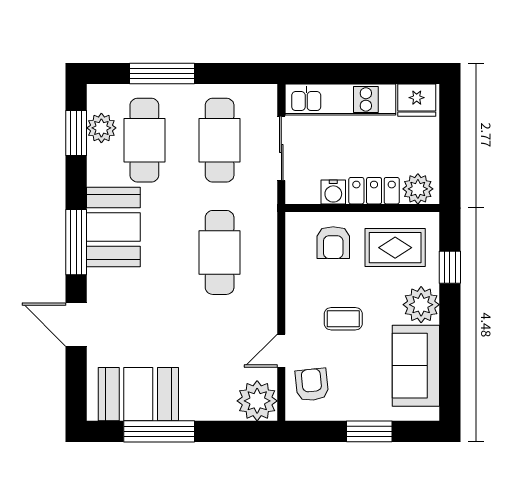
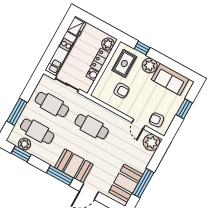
booth: (113, 227) -> (74, 166), moved
armchair: (333, 243) -> (121, 91), moved
coffee table: (343, 319) -> (139, 96), removed

